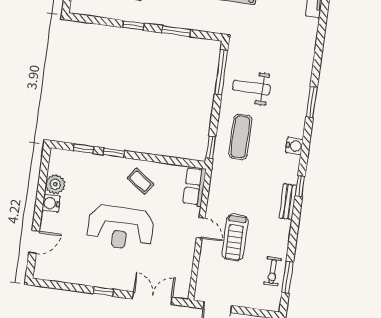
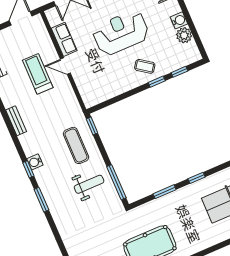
coffee table: (140, 181) -> (145, 66), moved
window: (300, 186) -> (28, 169), moved
row of seats: (194, 187) -> (64, 39), moved

